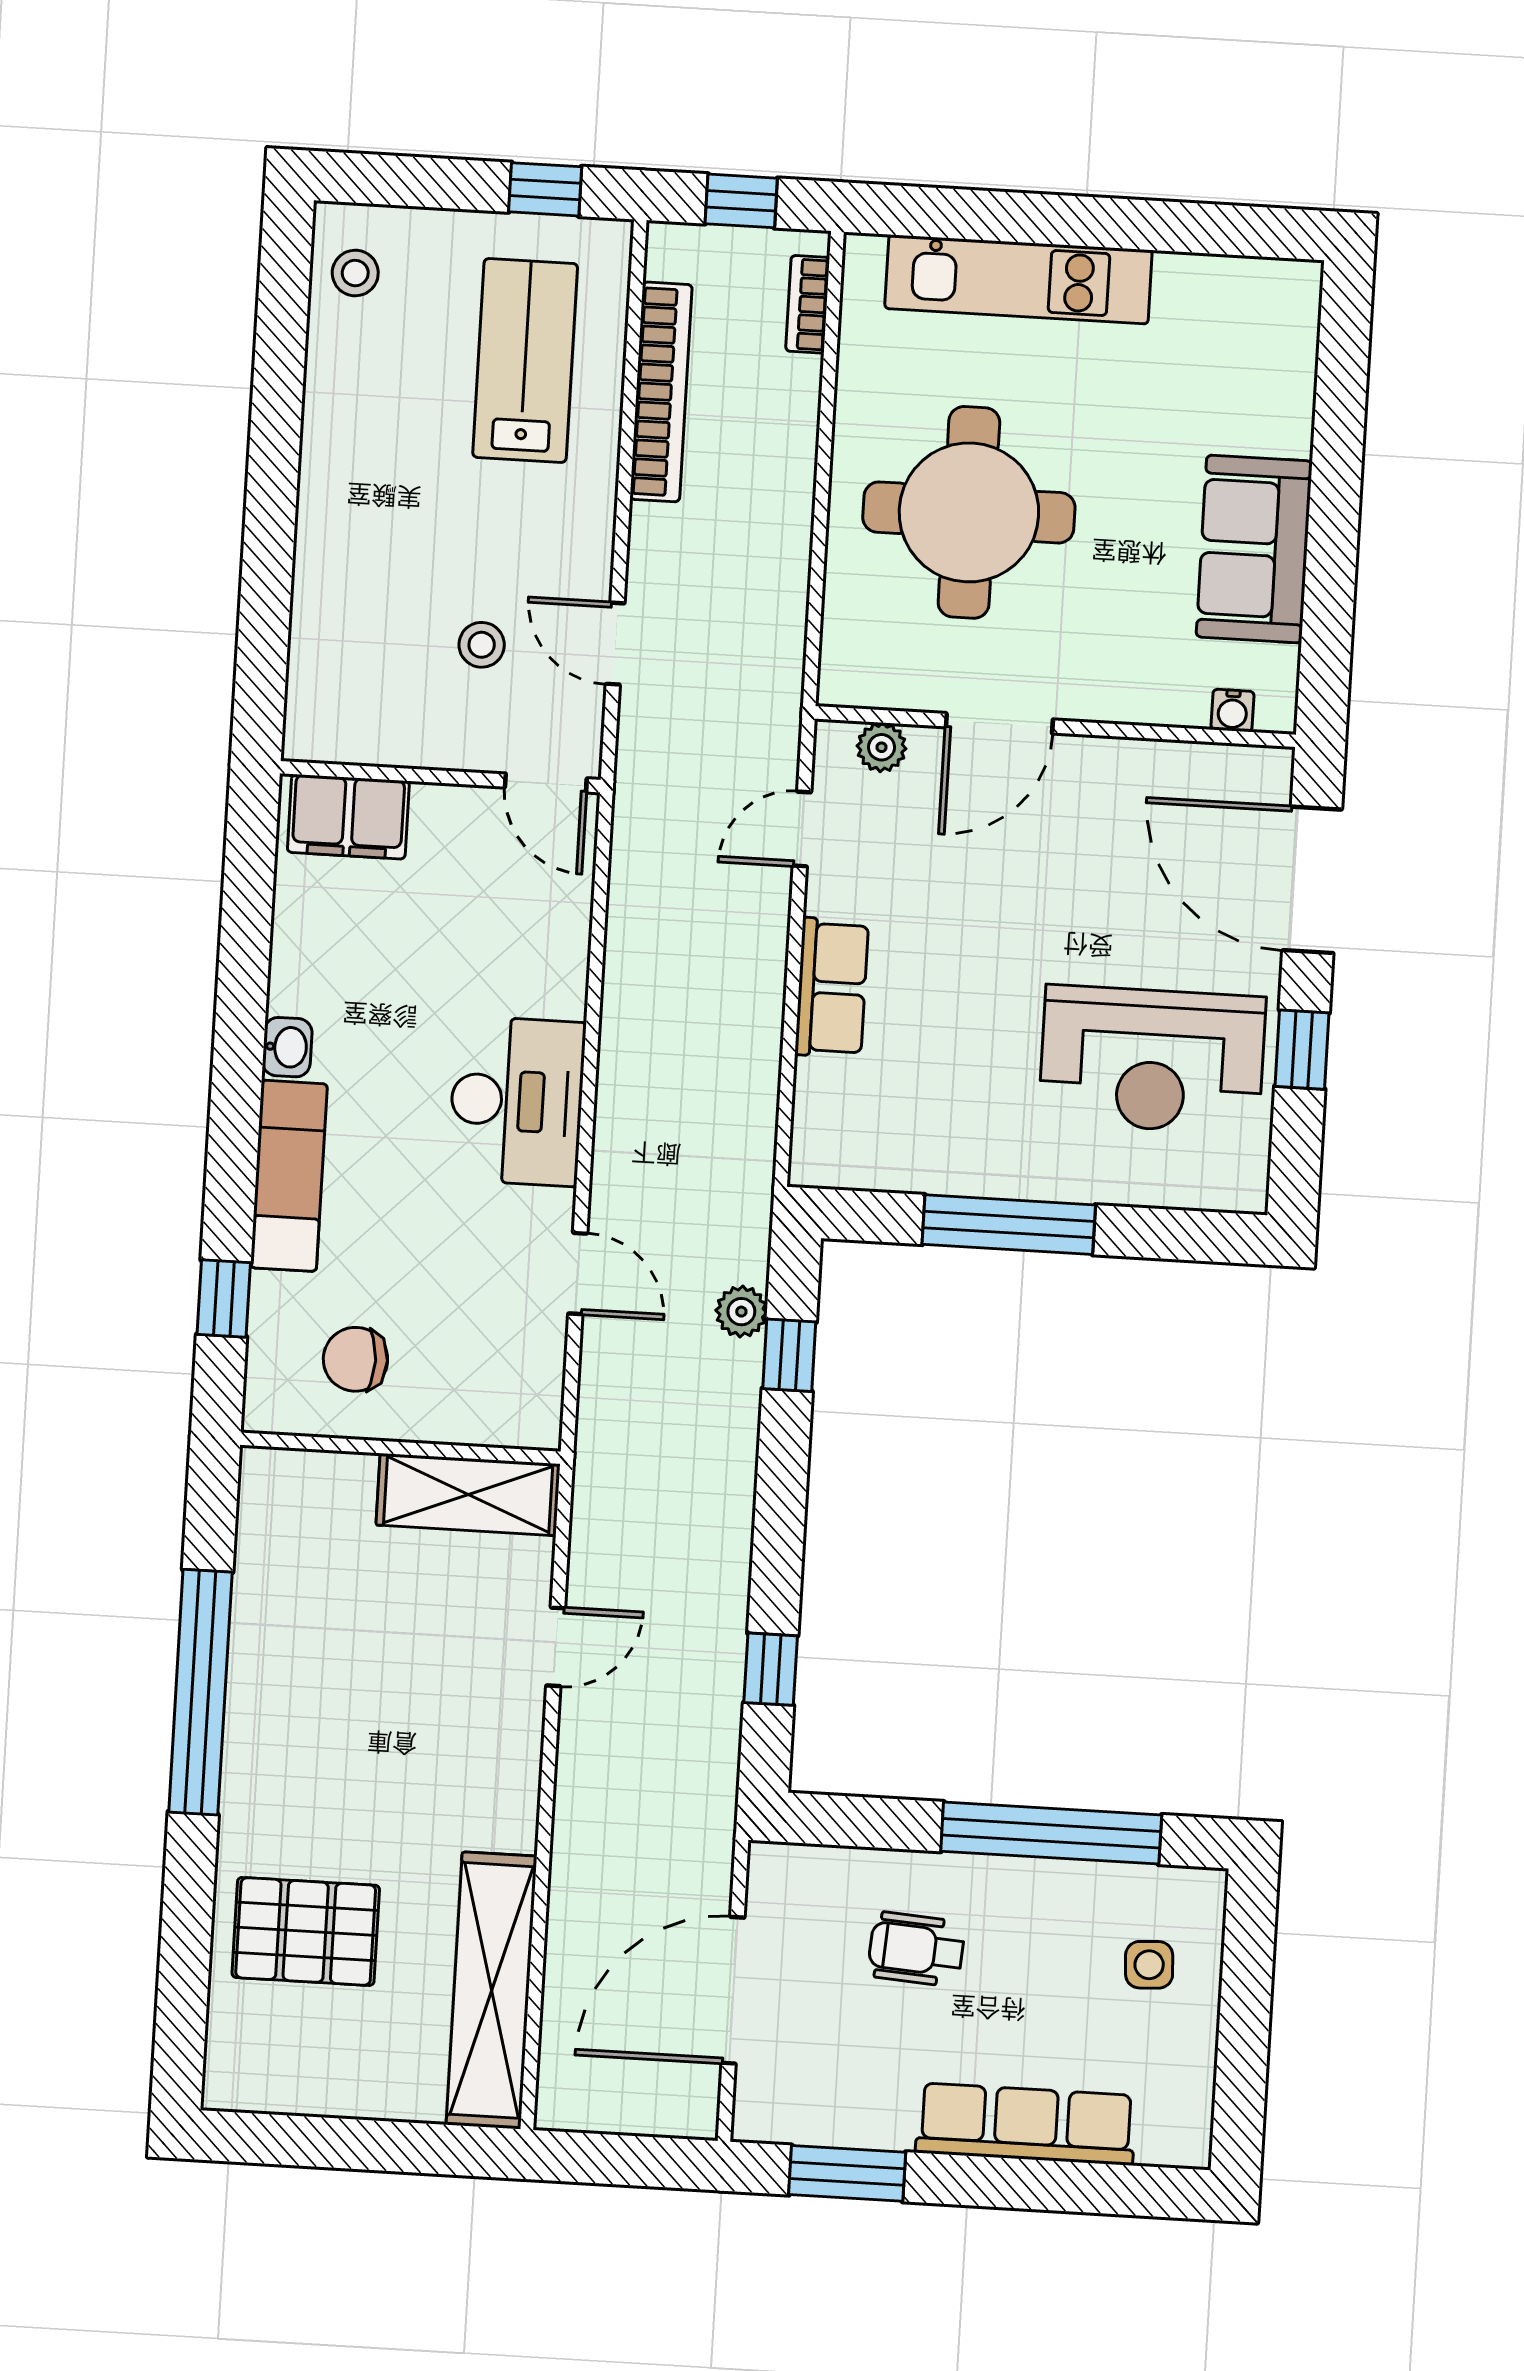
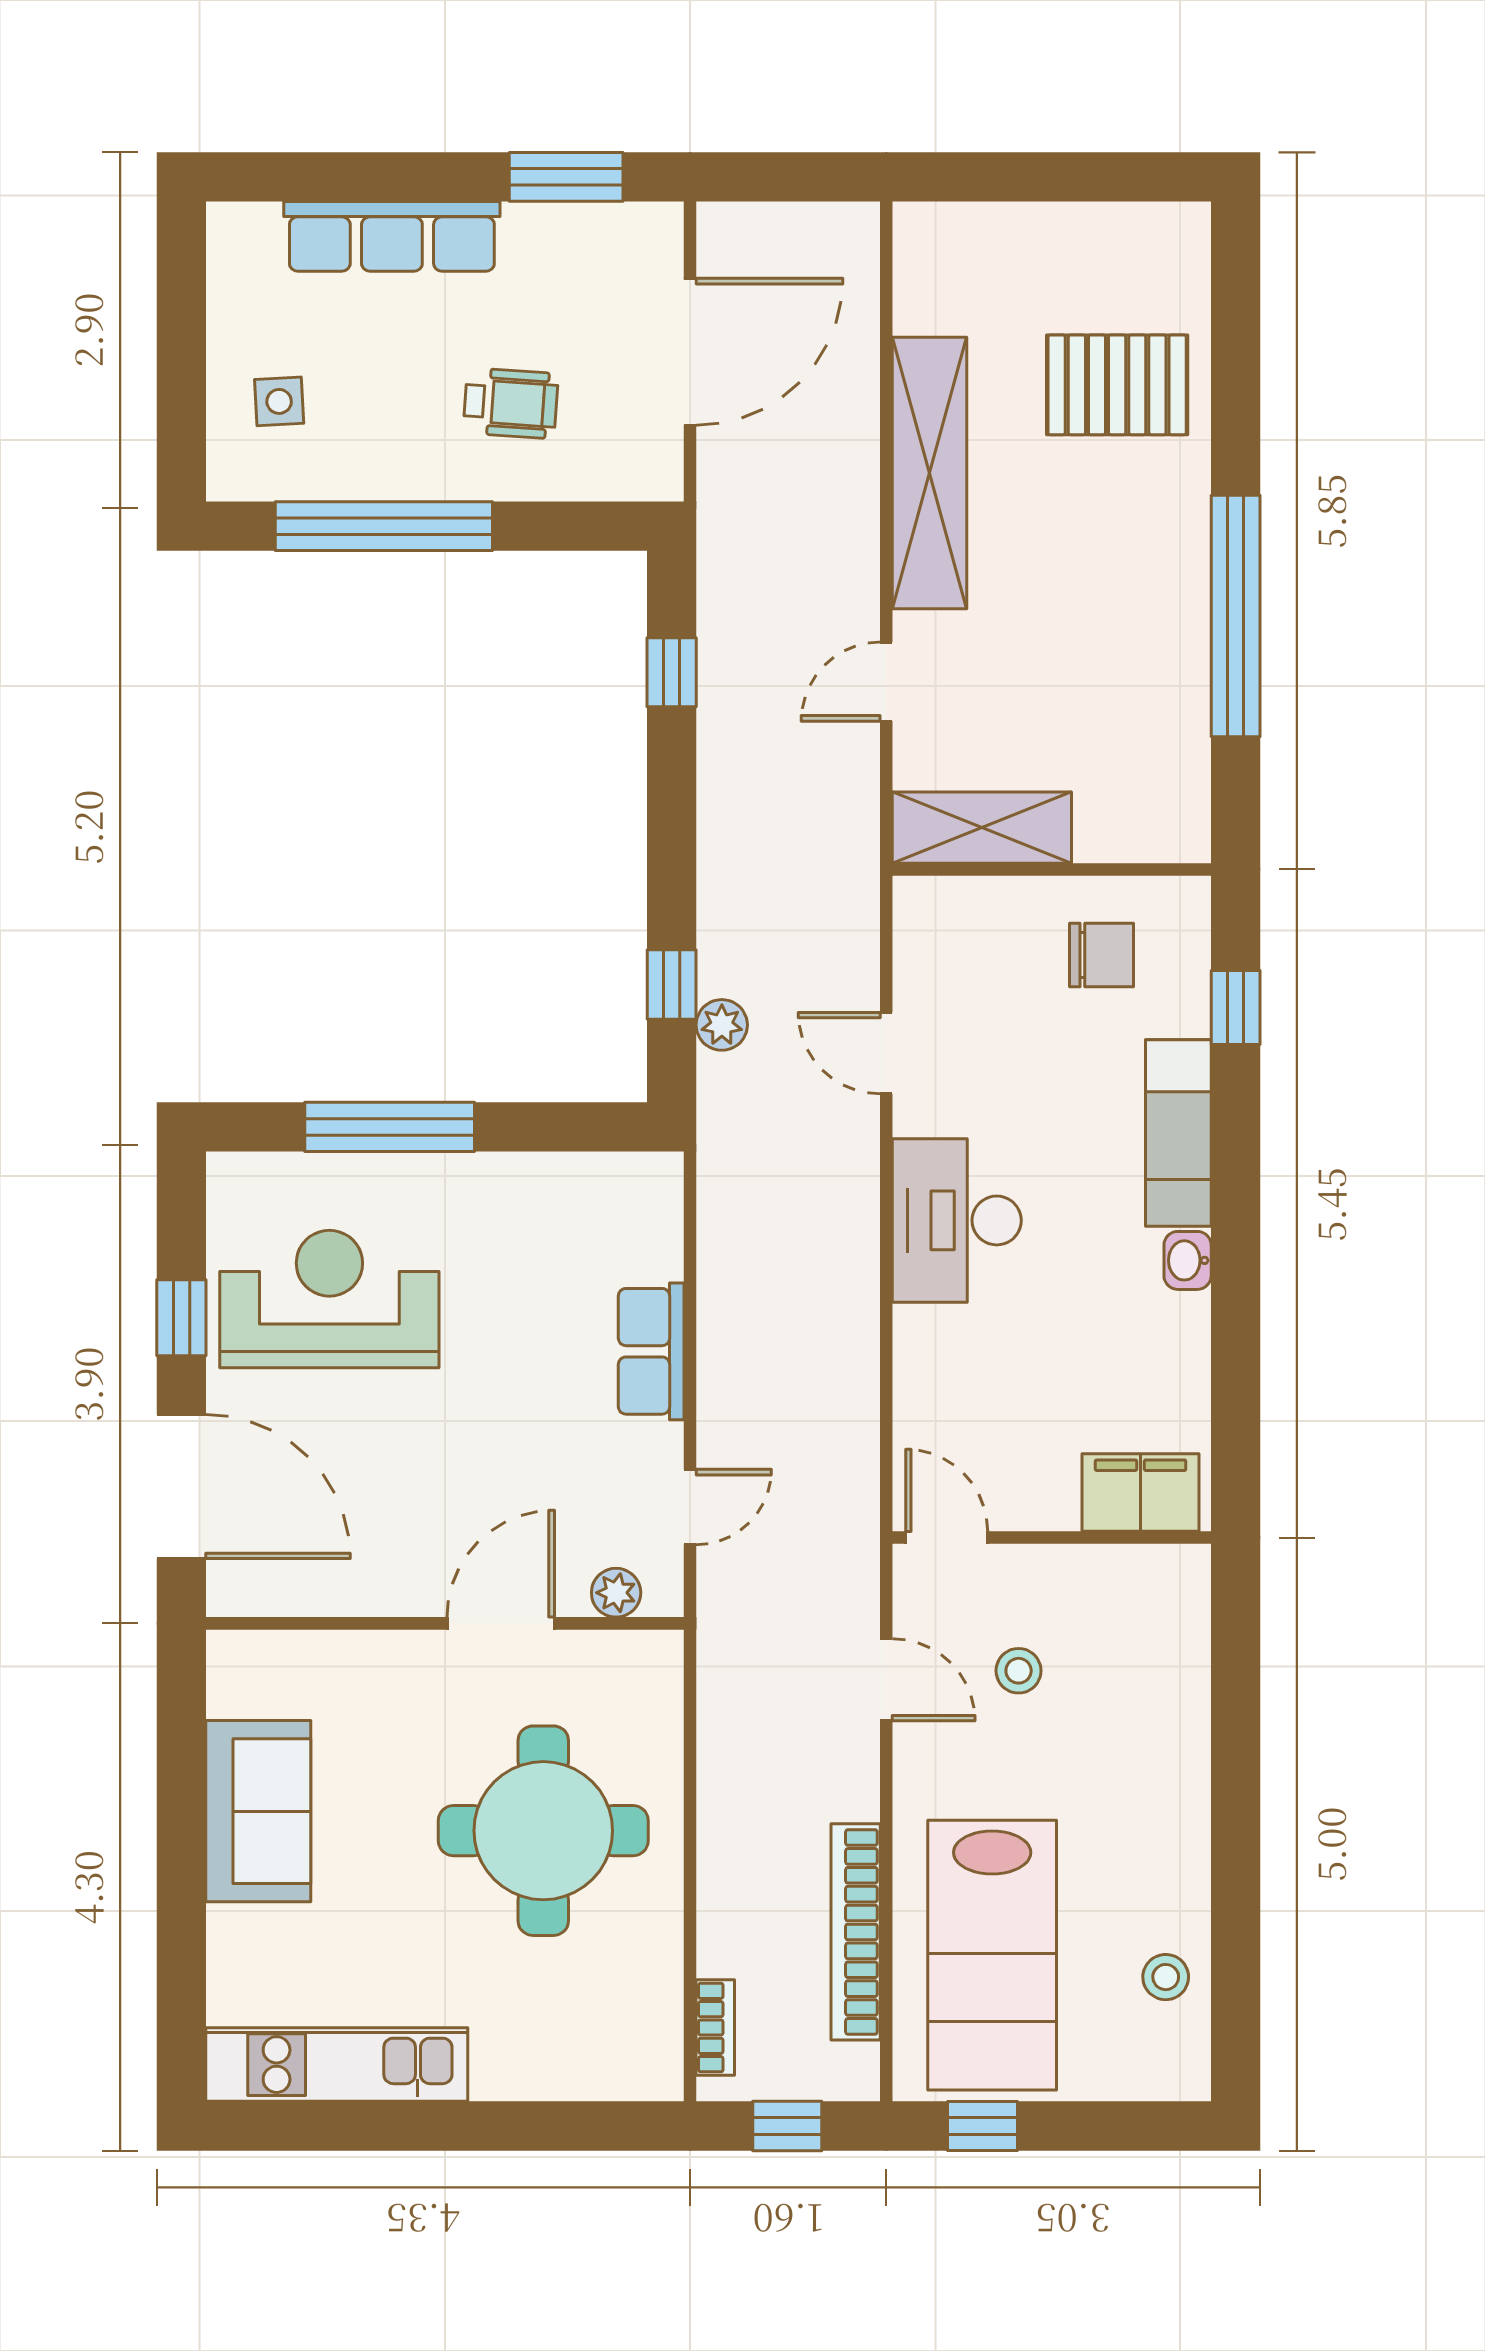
stool: (355, 273) -> (1166, 1977), moved
kitchen unit: (1018, 279) -> (337, 2065), moved
lab bench: (525, 360) -> (992, 1955), width x1.36, depth x1.39
water cooler: (1232, 710) -> (270, 1650), removed
window: (1009, 1225) -> (390, 1127), moved
shelving: (492, 1990) -> (929, 473), moved

